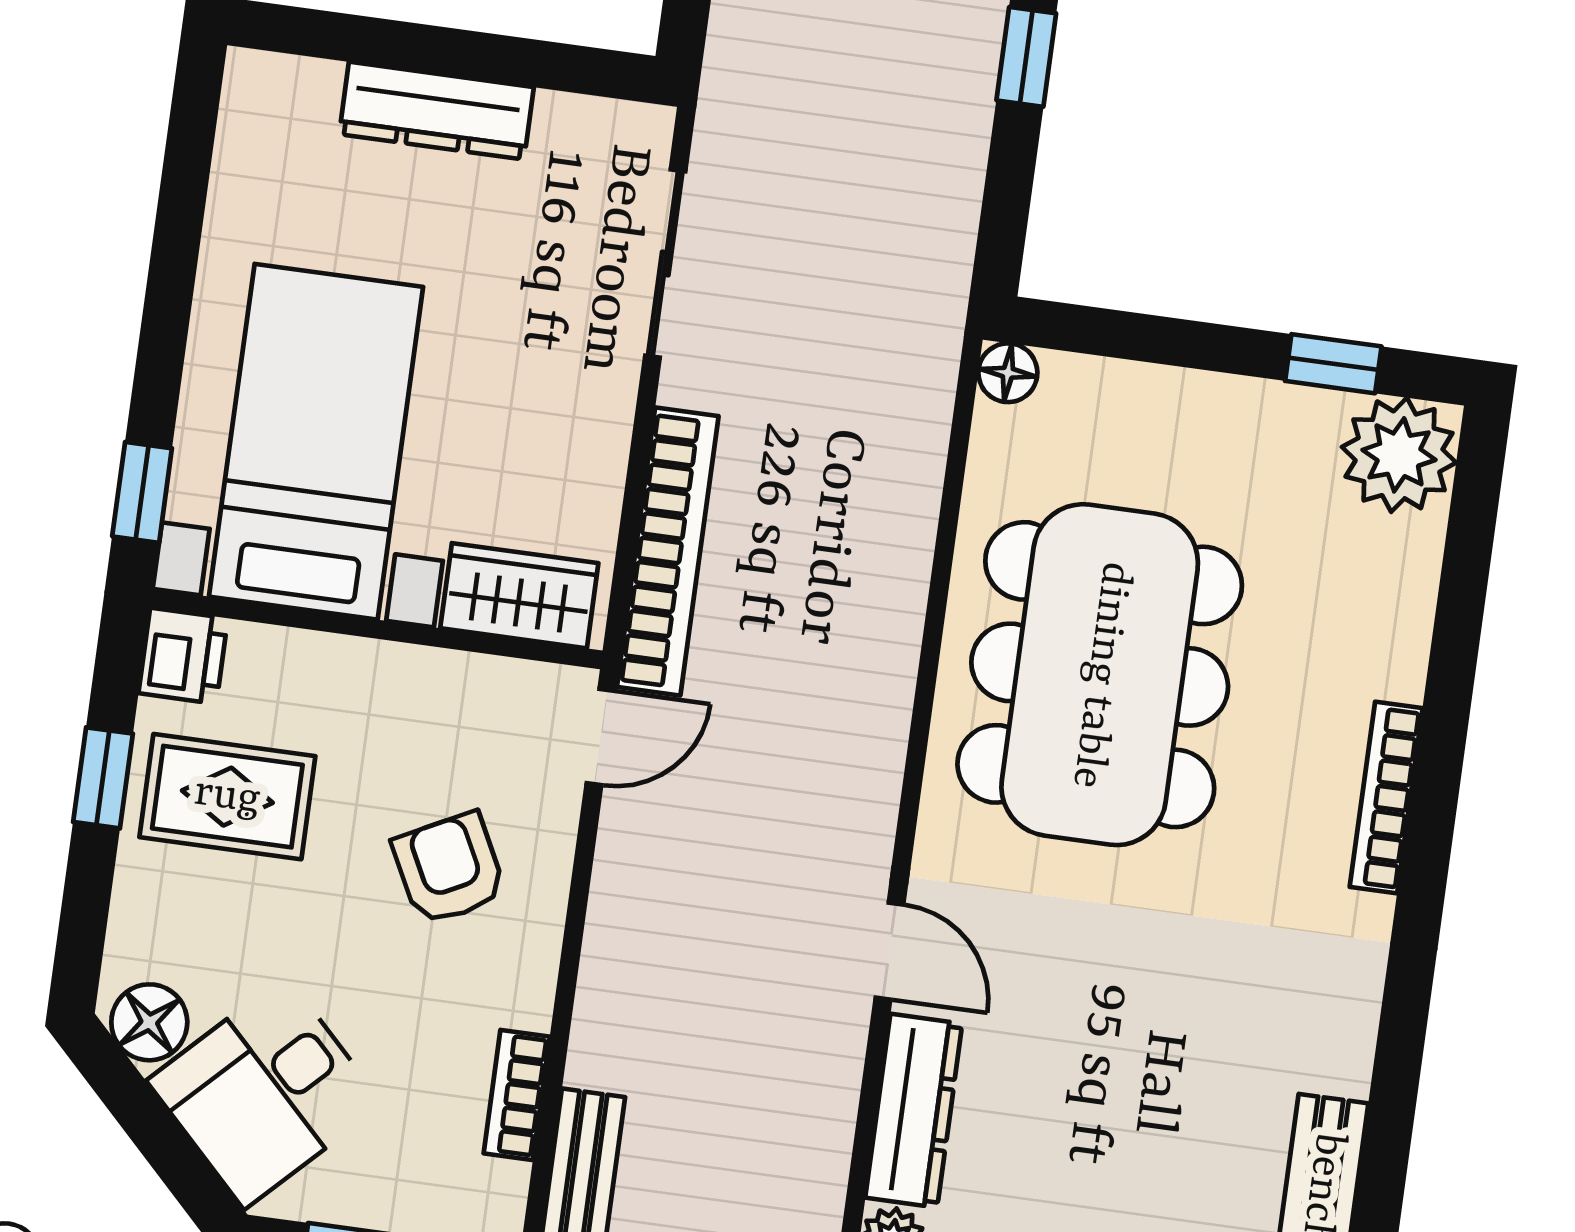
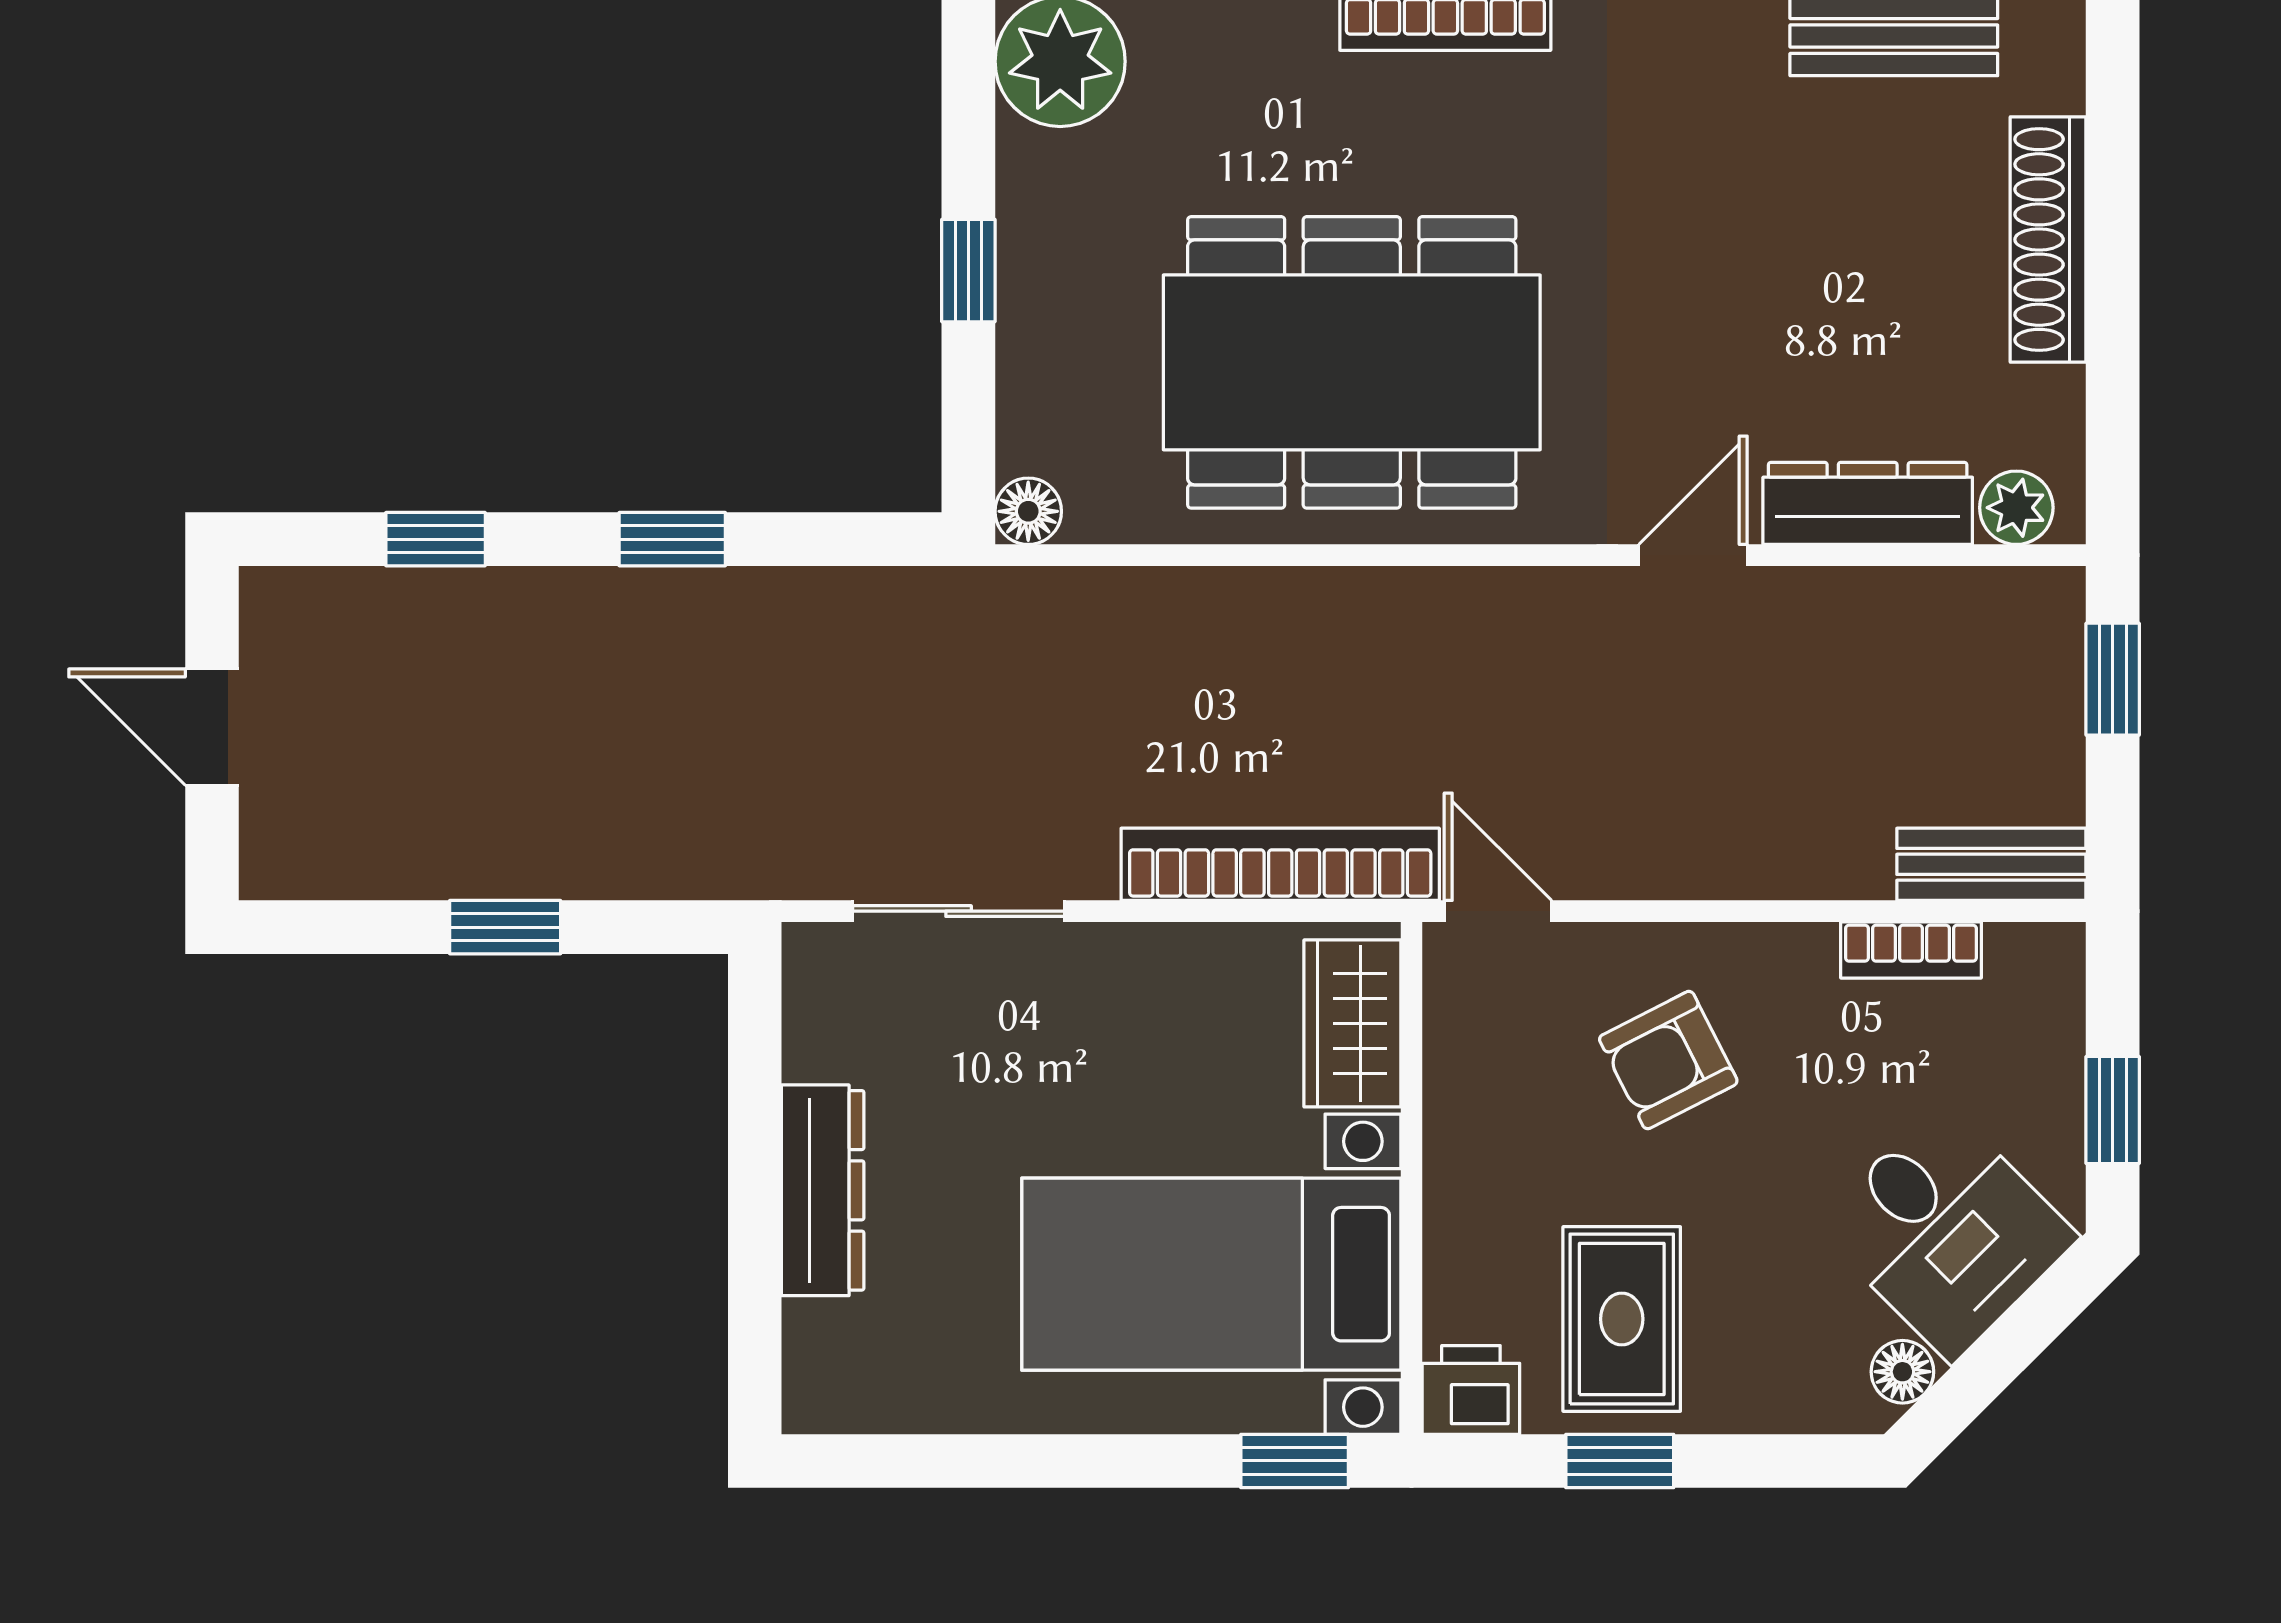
window: (1333, 364) -> (968, 271), moved
floor lamp: (149, 1022) -> (1902, 1372), width x0.73, depth x0.73

